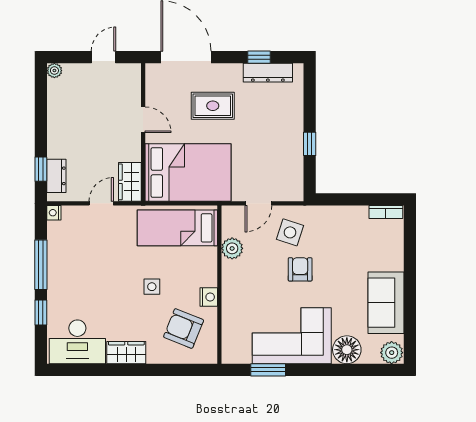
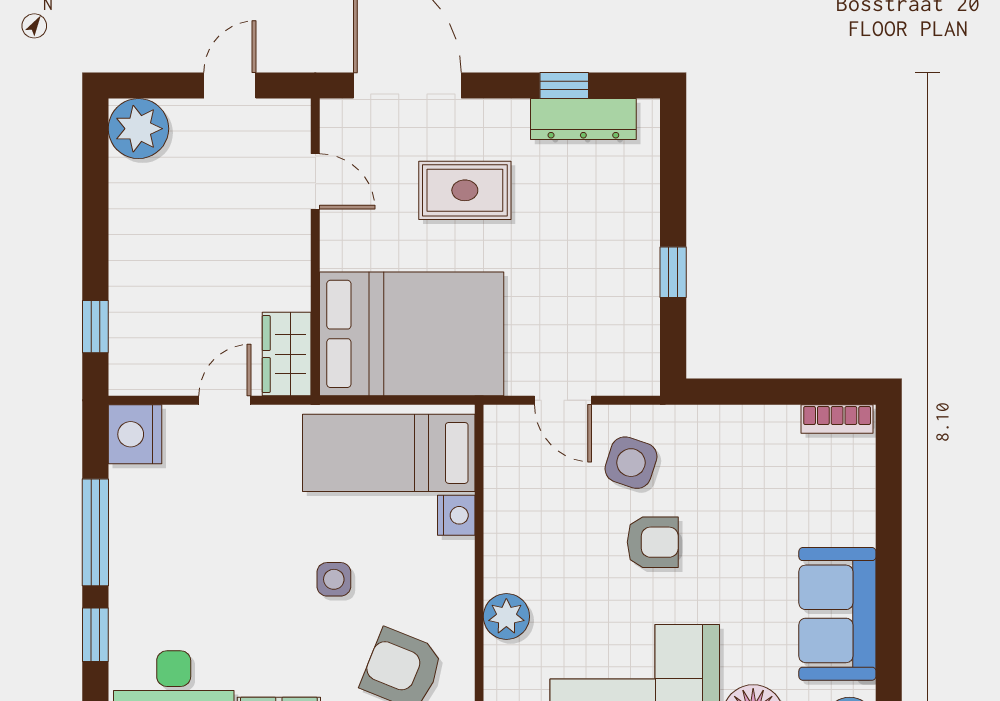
plant: (54, 71) -> (138, 129), width x1.87, depth x1.87
door: (143, 120) -> (315, 181), moved
dresser: (56, 176) -> (129, 341), removed
door: (258, 203) -> (563, 400), hinge flipped
nightstand: (54, 213) -> (135, 434), width x1.89, depth x1.79
plant: (232, 248) -> (506, 616), moved
armchair: (300, 269) -> (653, 542), turned 90
nightstand: (209, 297) -> (456, 515), moved

